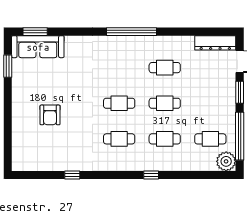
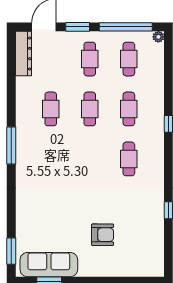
window: (132, 32) -> (11, 145), width x0.68
sofa: (38, 47) -> (49, 265), moved, turned -90
cafe table: (119, 103) -> (90, 59), moved
plant: (226, 161) -> (158, 37), width x0.53, depth x0.53

